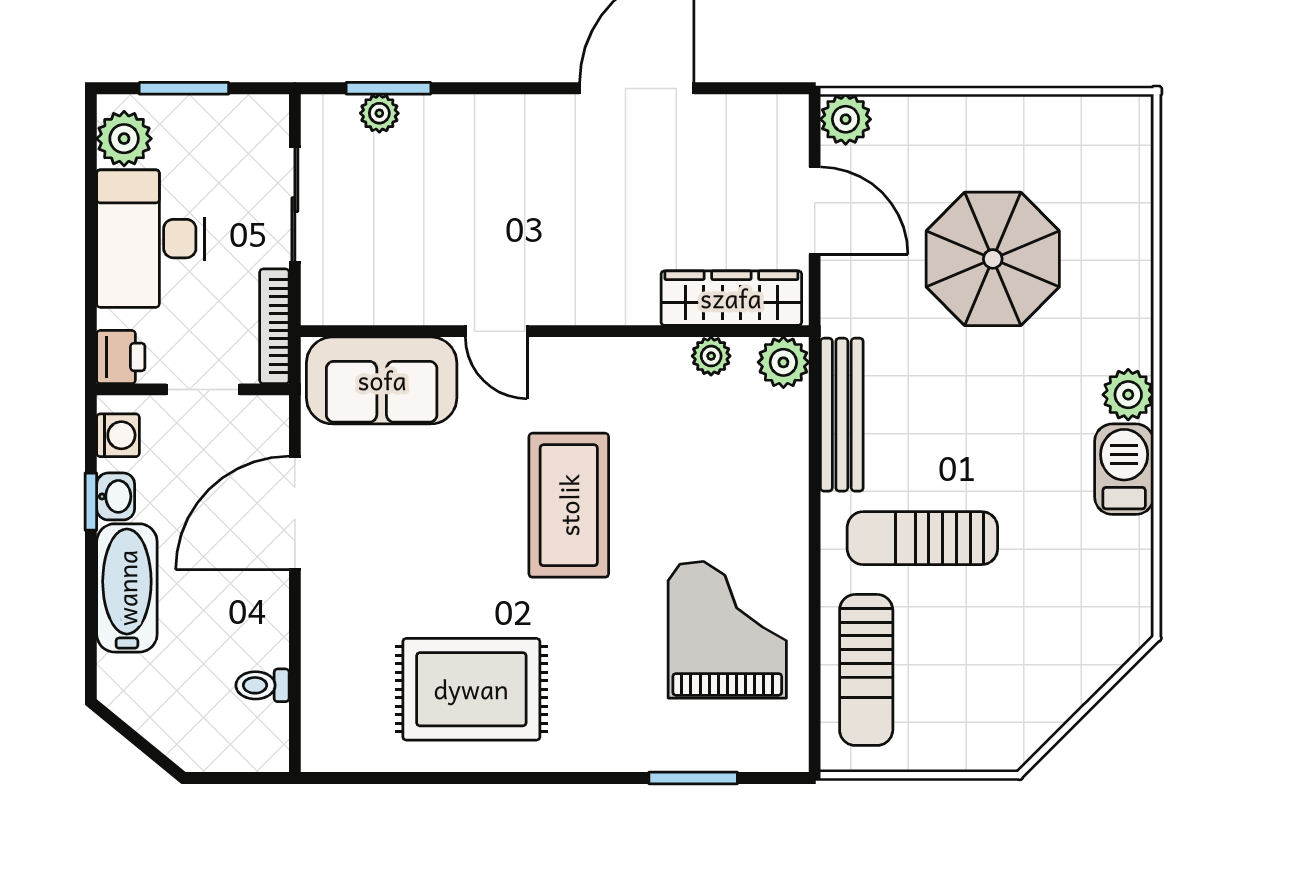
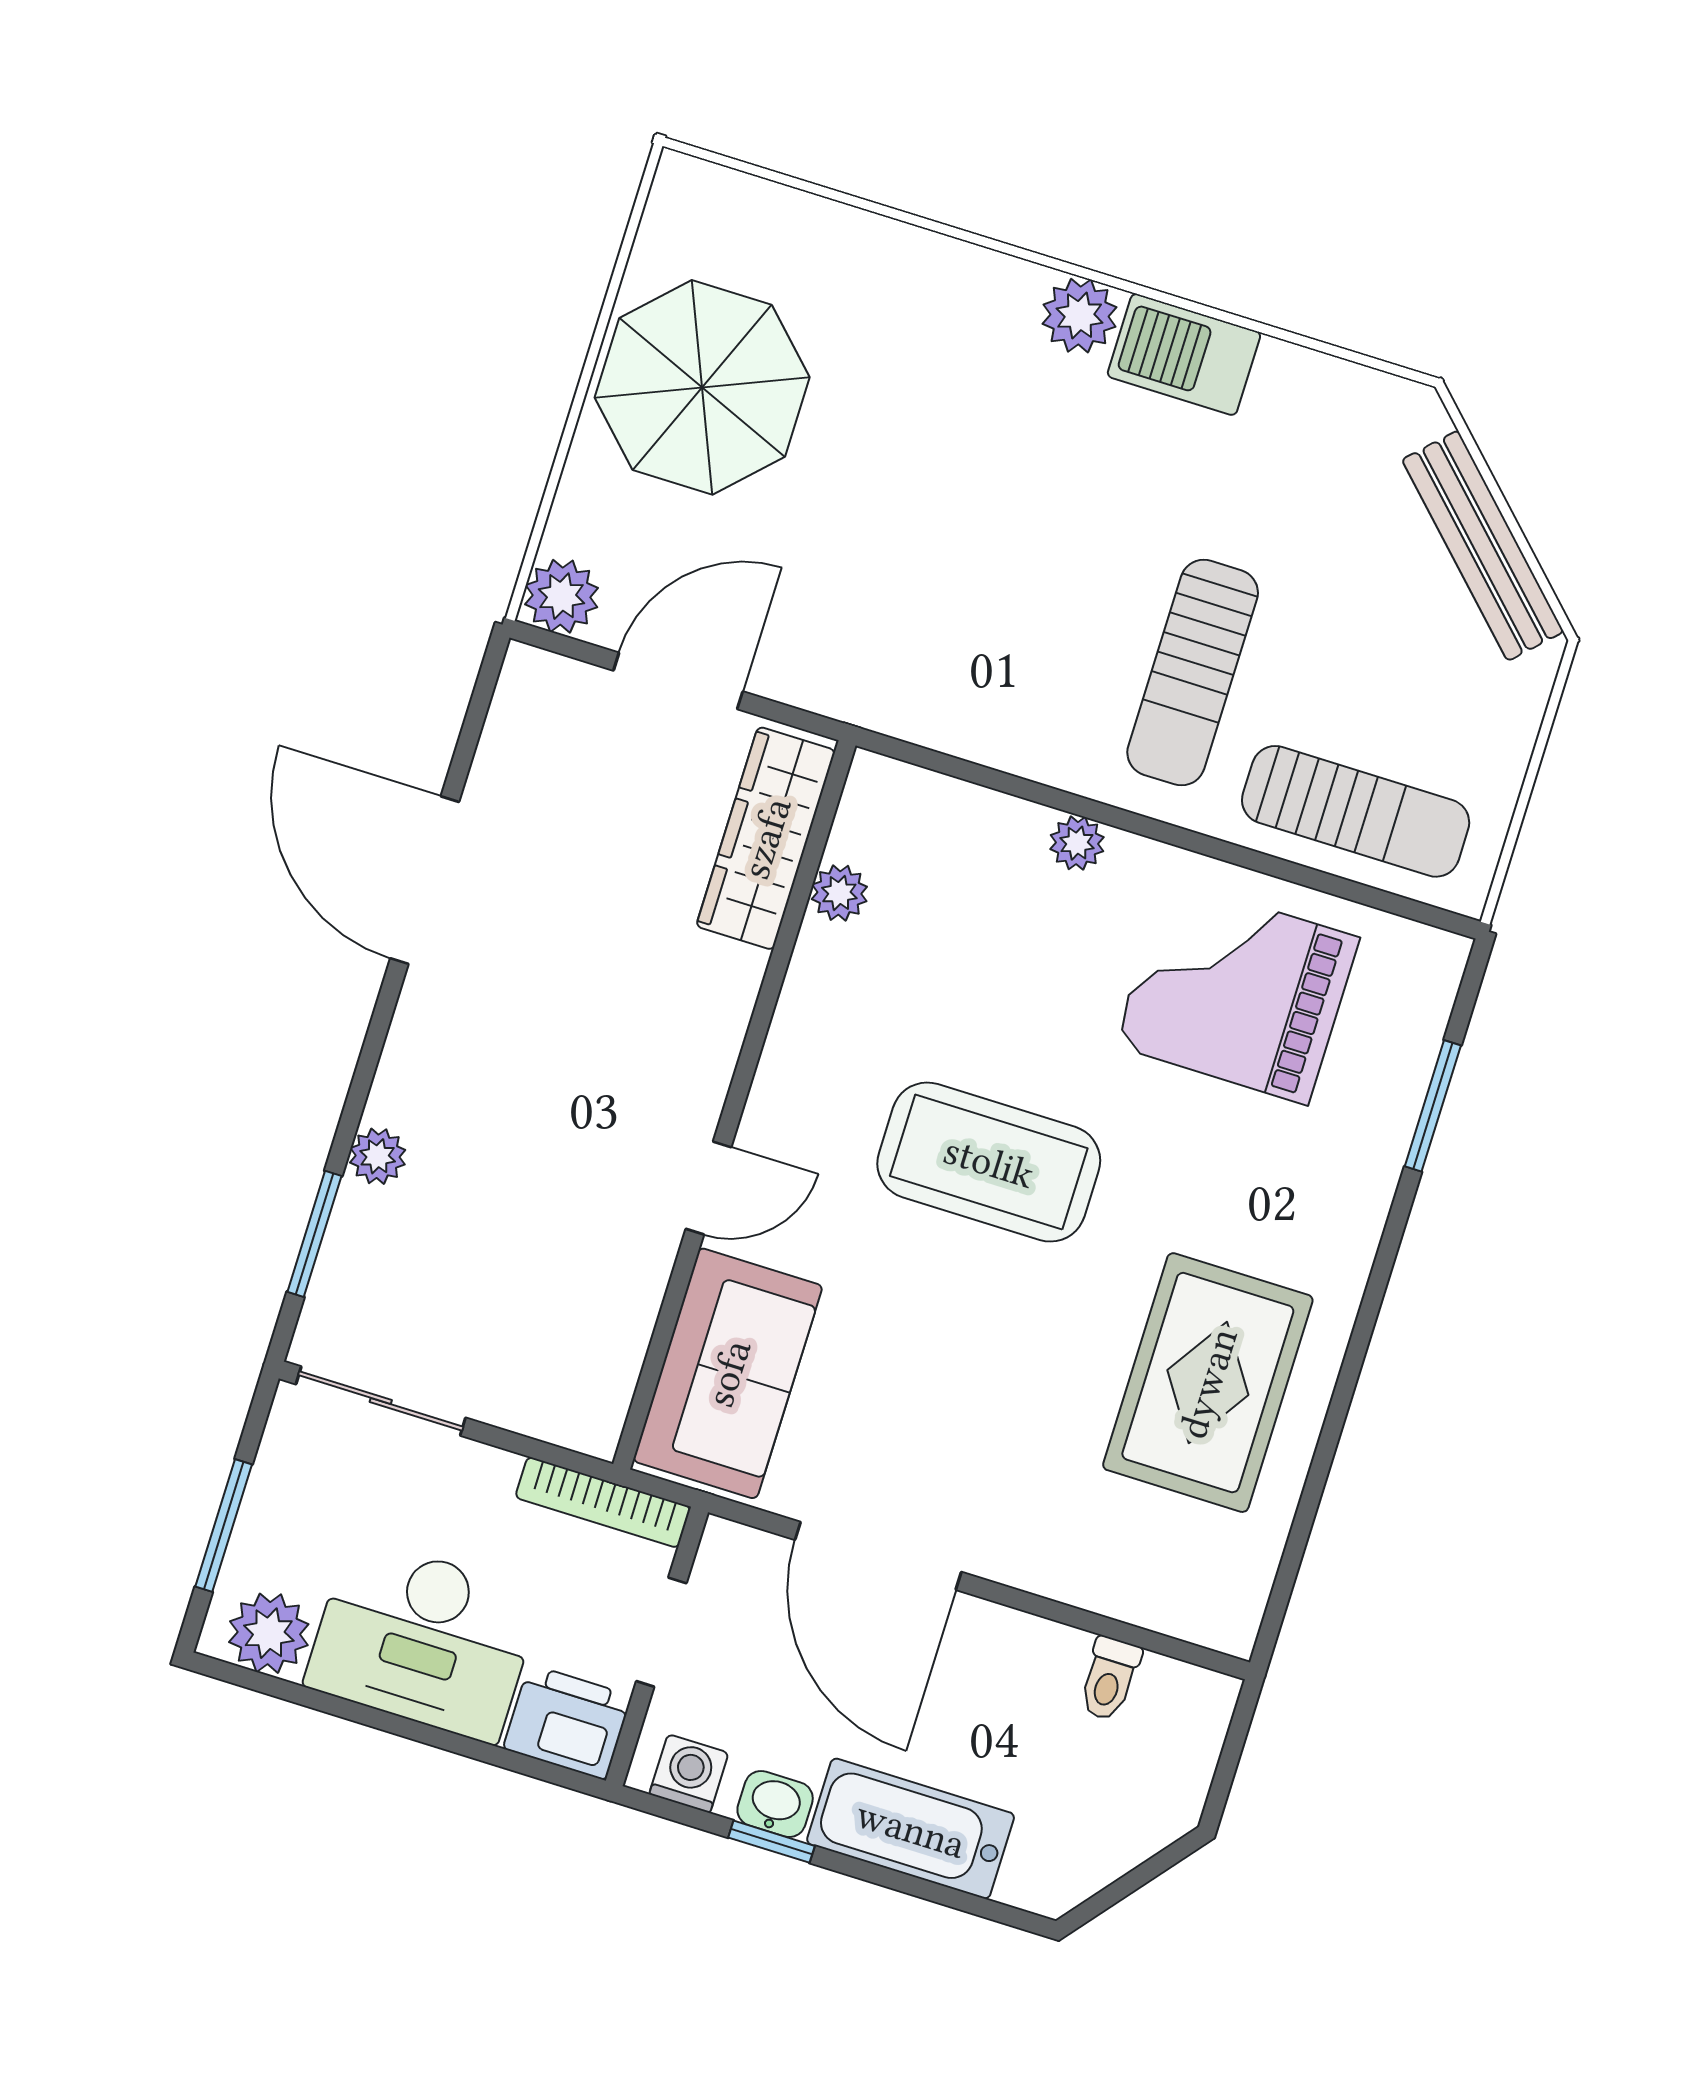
plant: (379, 113) -> (378, 1156), moved
sliding door: (295, 205) -> (381, 1401), moved
parasol: (993, 259) -> (702, 387), moved
printer: (121, 357) -> (567, 1722), width x1.36, depth x1.24
plant: (783, 362) -> (1077, 843), moved, width x0.73, depth x0.73
bench: (842, 415) -> (1483, 546), moved, turned 45

